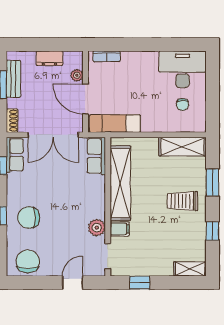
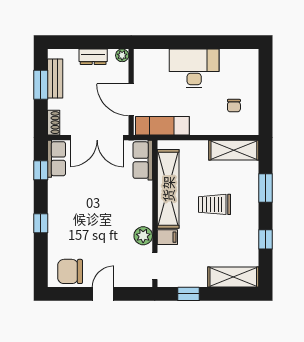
bookcase: (107, 56) -> (154, 55), removed
desk: (183, 69) -> (194, 68), moved
plant: (77, 75) -> (122, 55), moved
trolley: (182, 201) -> (214, 204), moved
chair: (29, 218) -> (71, 225), removed
chair: (28, 261) -> (70, 271), turned -90
shelving: (190, 269) -> (233, 277), width x1.50, depth x1.33
door: (73, 283) -> (103, 294), moved

